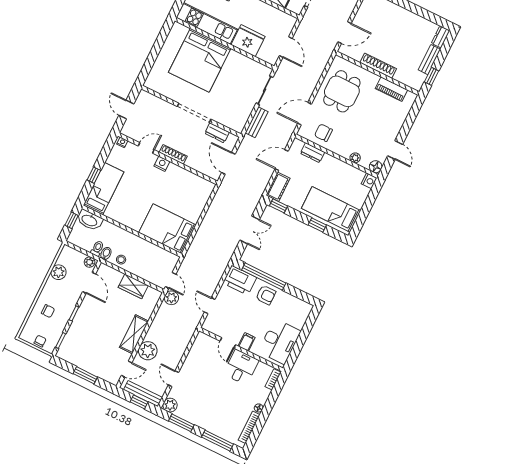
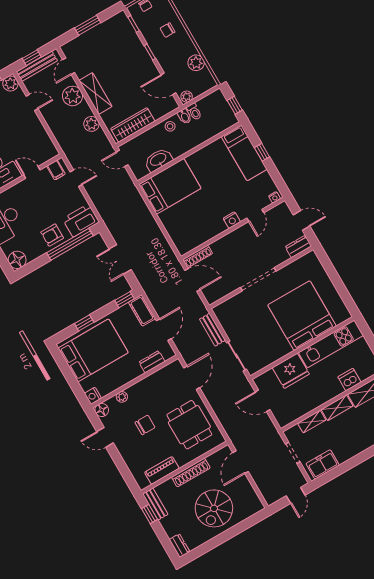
spiral stairs: (394, 29) -> (214, 508), added
bench: (429, 60) -> (155, 504), moved
dresser: (217, 133) -> (298, 247), moved
chair: (323, 133) -> (145, 425), moved
shoe rack: (173, 154) -> (198, 257), moved
bed: (331, 209) -> (93, 350), width x1.50
washbasin: (90, 220) -> (158, 160), moved
wardrobe: (133, 286) -> (133, 125), width x1.50
plant: (171, 298) -> (91, 124), moved
floor lamp: (303, 309) -> (17, 260), added
filing cabinet: (247, 342) -> (56, 170), moved

